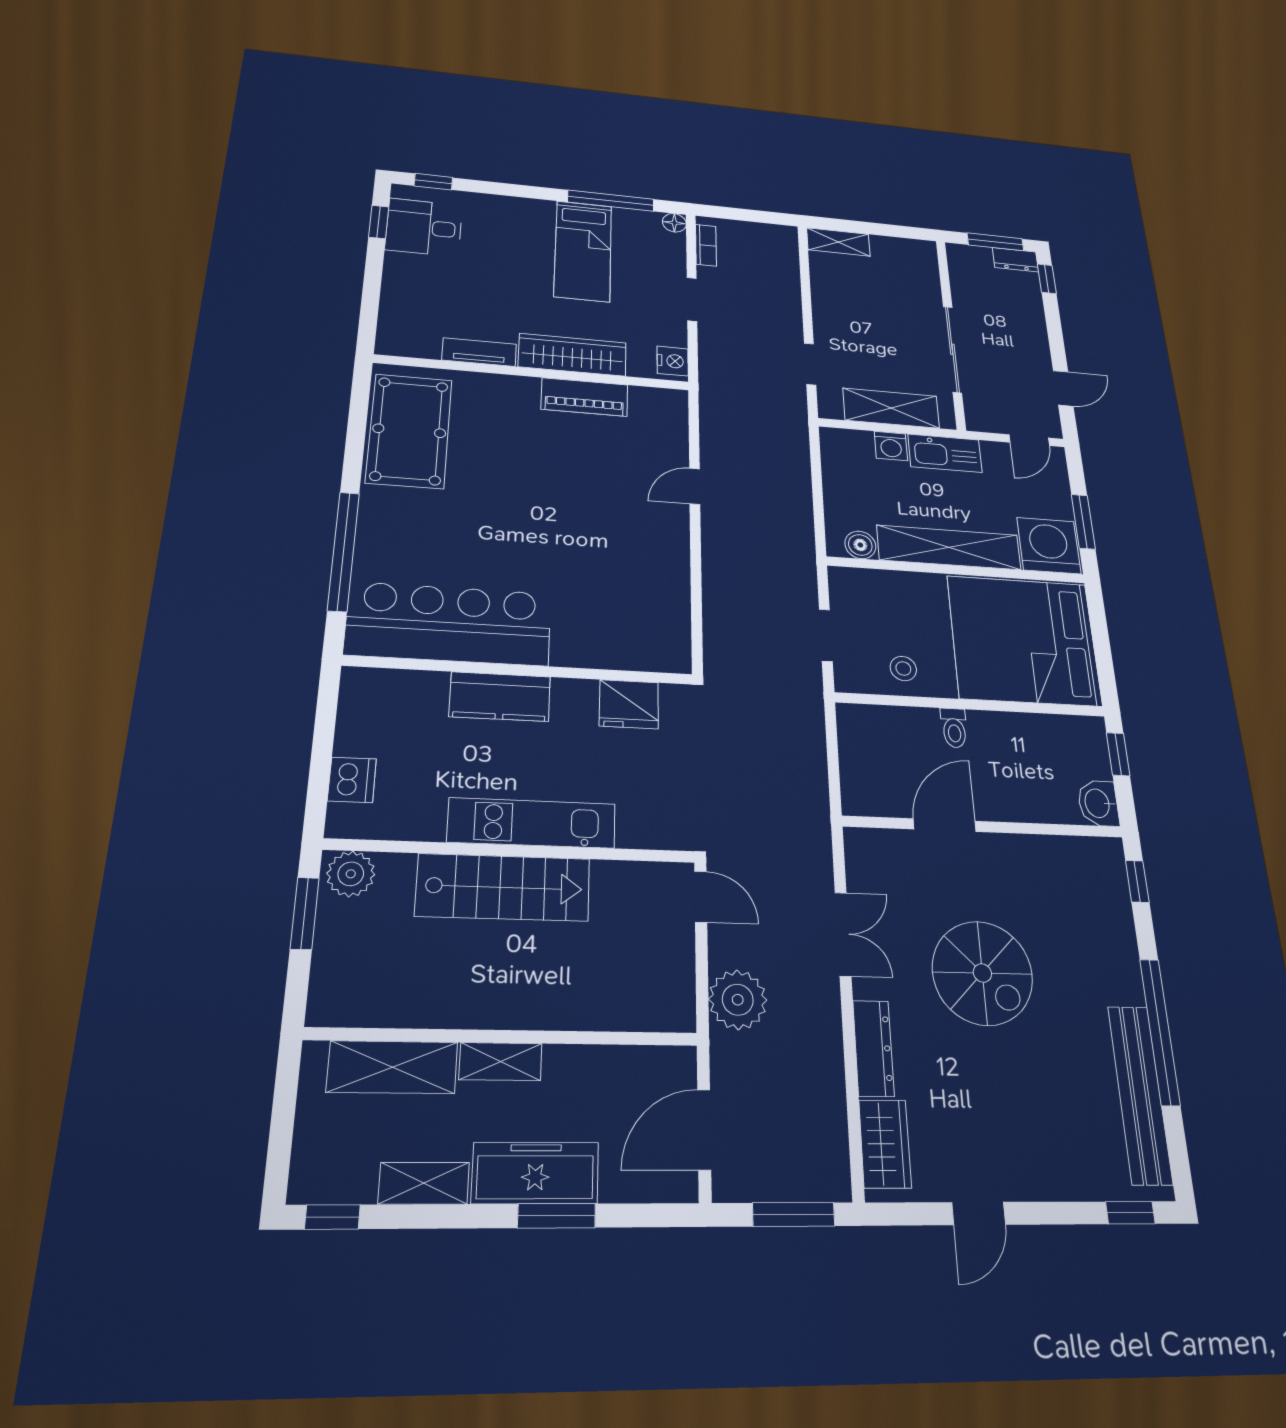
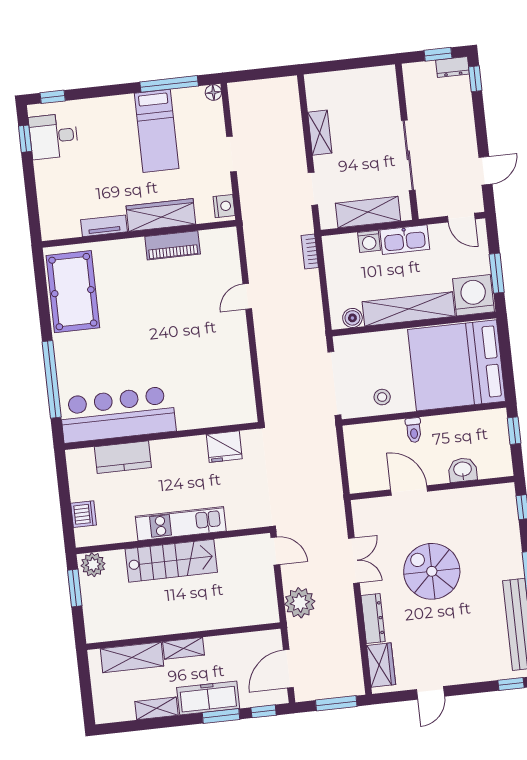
shelving: (838, 242) -> (320, 133), moved, turned 90
window: (995, 242) -> (438, 54), width x0.67
bookcase: (706, 245) -> (310, 251), moved, turned 180
door: (1029, 440) -> (461, 218), hinge flipped
doorway: (826, 635) -> (334, 383), width x1.87
kitchen counter: (500, 697) -> (123, 457), moved
washbasin: (1098, 803) -> (463, 470), moved, turned 90
door: (945, 825) -> (409, 491), hinge flipped
spiral stairs: (982, 973) -> (432, 571), turned 180
window: (333, 1217) -> (264, 711), moved

